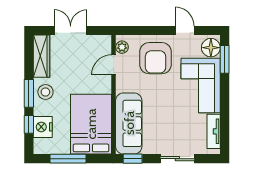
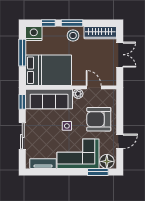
plant: (122, 47) -> (78, 94), moved
side table: (164, 100) -> (67, 126), added
nightstand: (43, 127) -> (34, 33), moved

